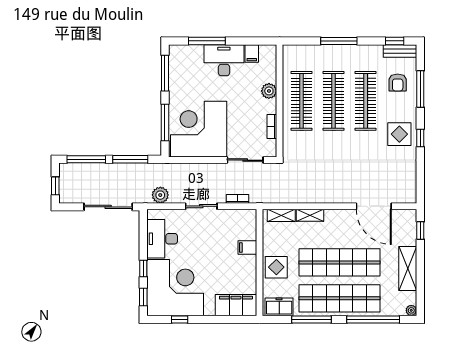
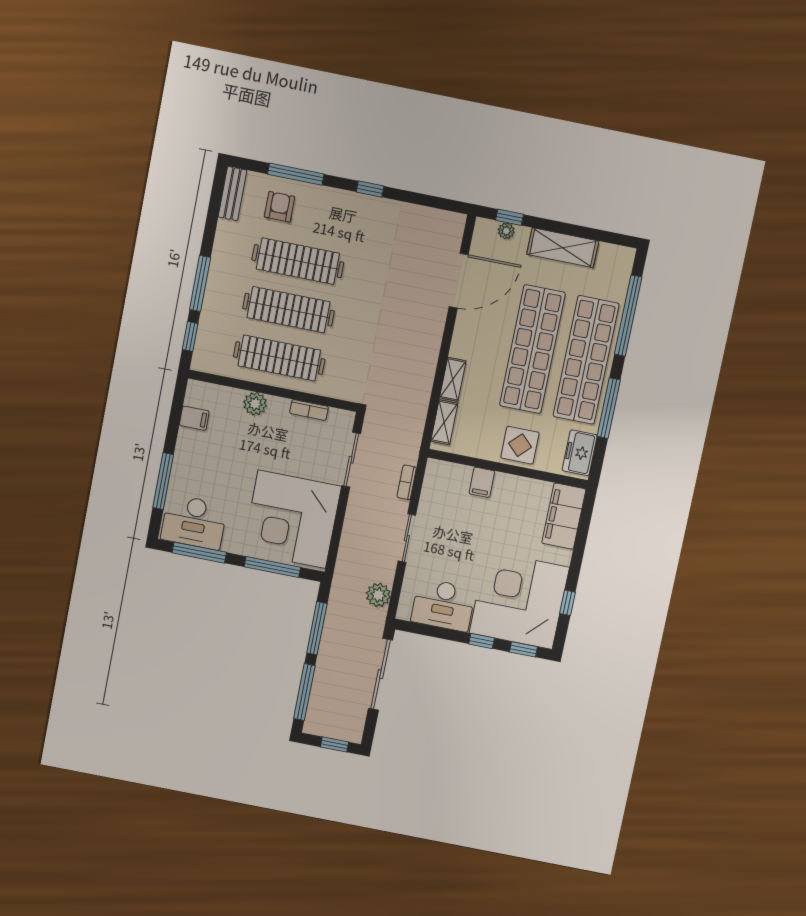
window: (395, 41) -> (190, 336), moved
desk: (224, 60) -> (194, 522), moved, turned -90
armchair: (398, 83) -> (279, 207), turned -90
display table: (399, 134) -> (358, 220), removed
plant: (411, 310) -> (506, 231), moved

